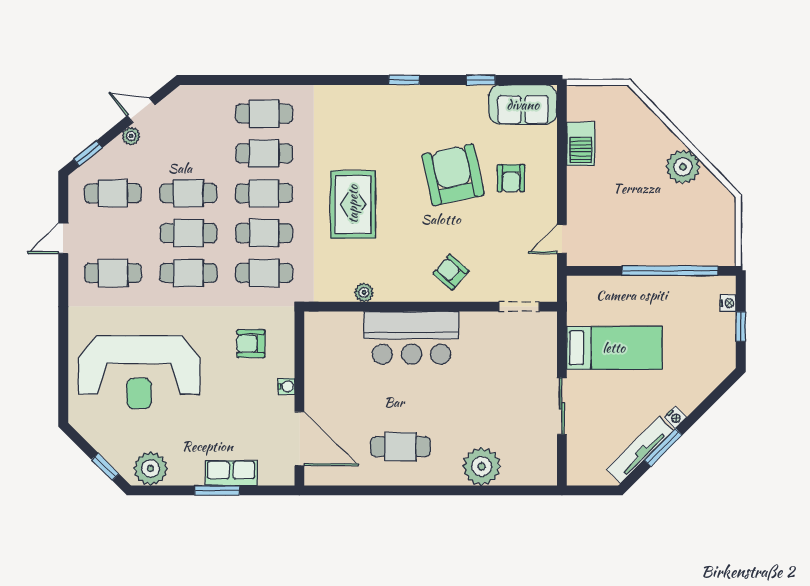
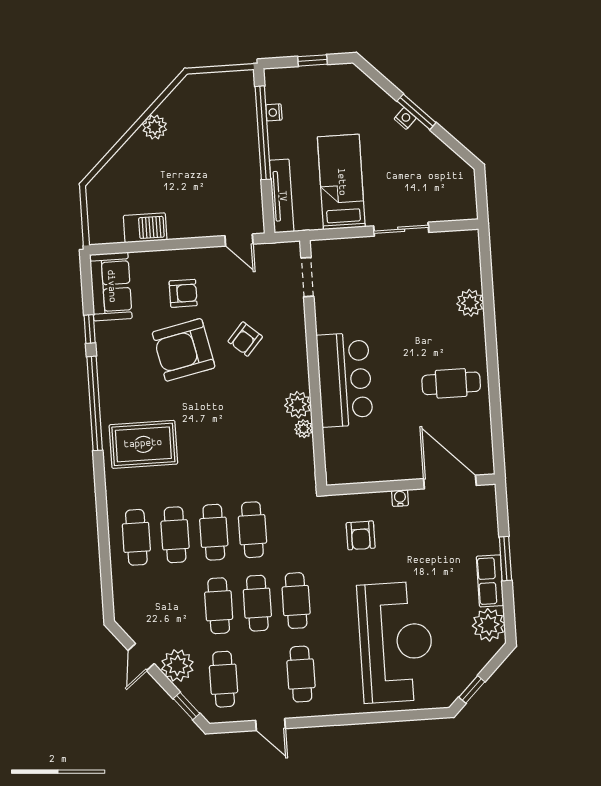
window: (404, 80) -> (95, 403), width x3.17
plant: (131, 136) -> (177, 666), width x1.87, depth x1.87
plant: (683, 167) -> (155, 127), width x0.73, depth x0.73
rug: (353, 204) -> (143, 444), moved
armchair: (451, 272) -> (245, 339), moved
cafe table: (264, 273) -> (291, 527), removed
plant: (389, 288) -> (298, 405), added
nightstand: (728, 303) -> (274, 112), moved, turned -90
door: (299, 439) -> (450, 482), hinge flipped
cafe table: (401, 447) -> (451, 383), turned 90
window: (663, 448) -> (417, 112), moved
tv unit: (640, 450) -> (282, 196), moved, turned -135
plant: (482, 466) -> (470, 303), width x0.73, depth x0.73
window: (105, 467) -> (472, 689), moved
row of seats: (231, 473) -> (490, 581), moved

